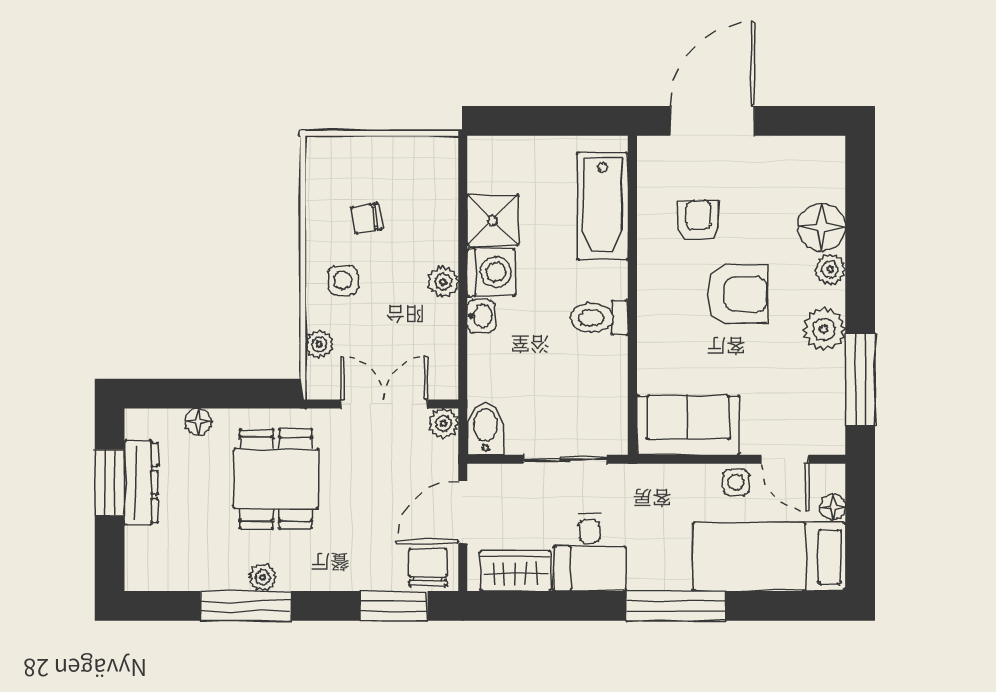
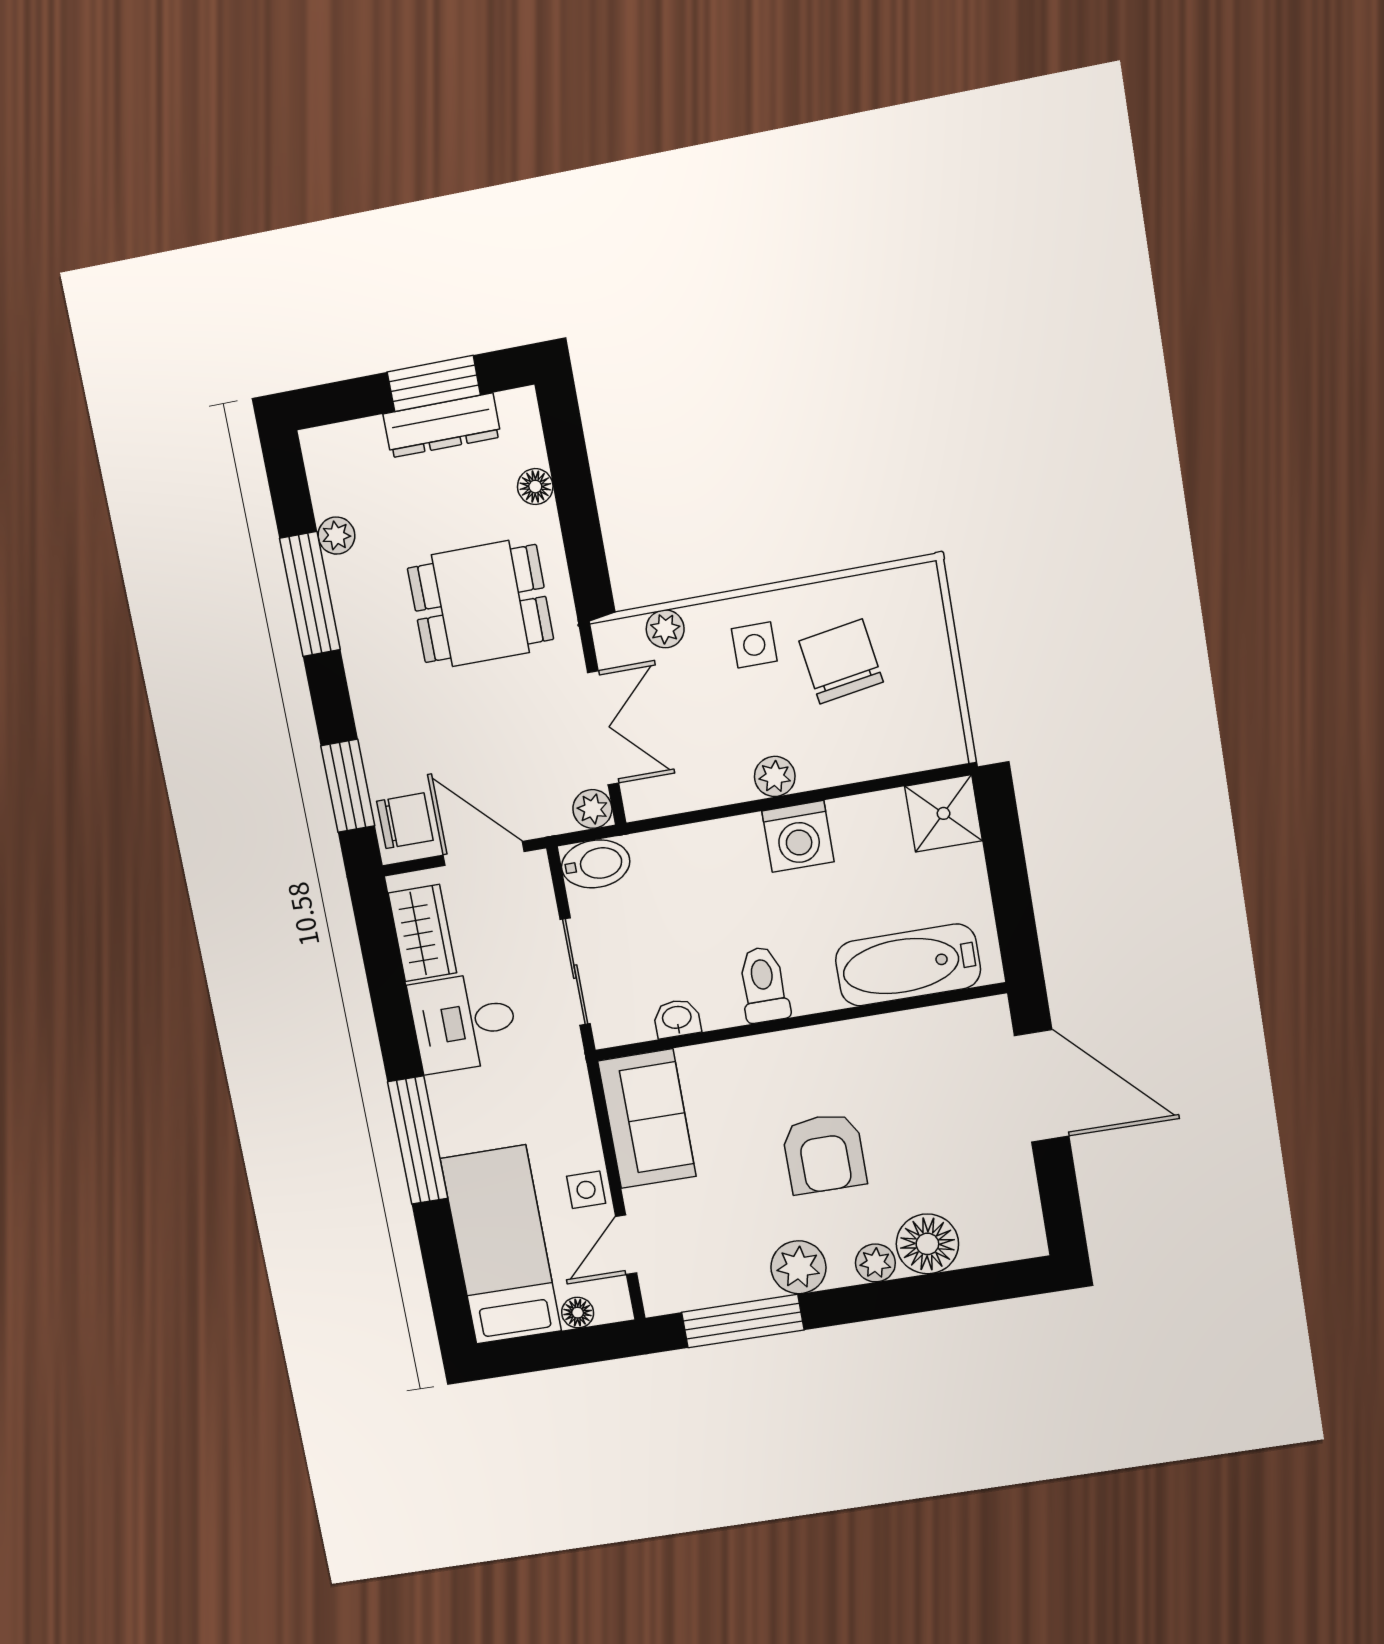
chair: (367, 218) -> (841, 662), width x1.87, depth x1.87
shower: (493, 220) -> (944, 813), moved
armchair: (699, 221) -> (910, 1089), removed
washbasin: (481, 316) -> (677, 1018), moved, turned 180
plant: (263, 577) -> (336, 536), moved

